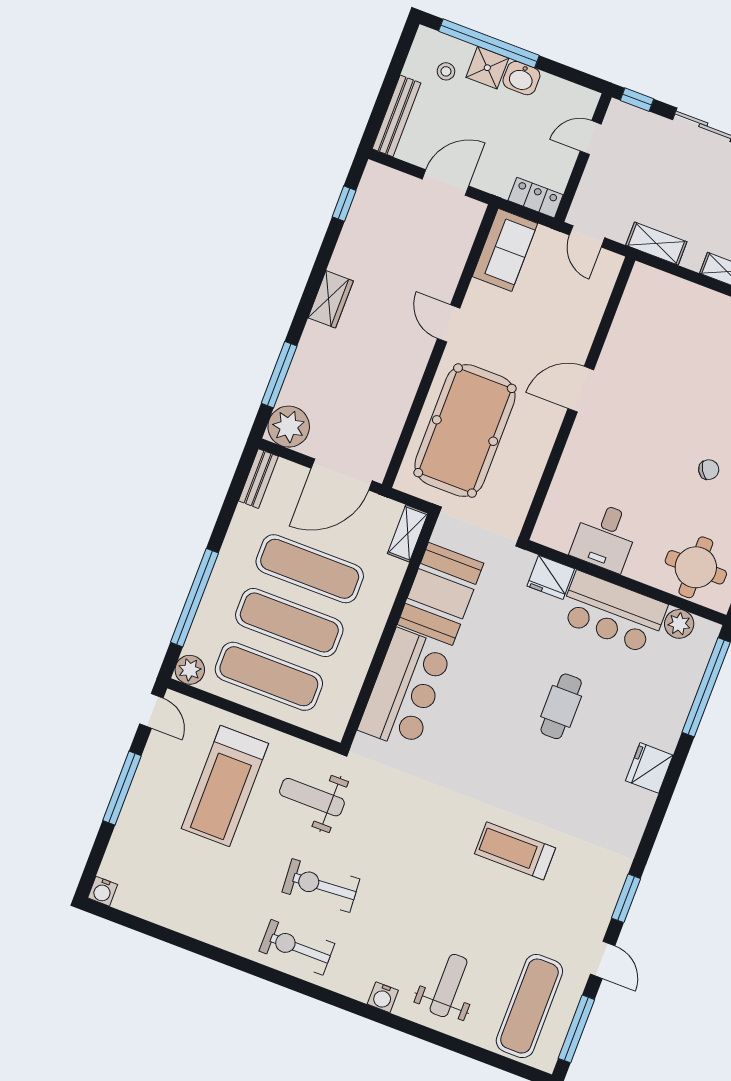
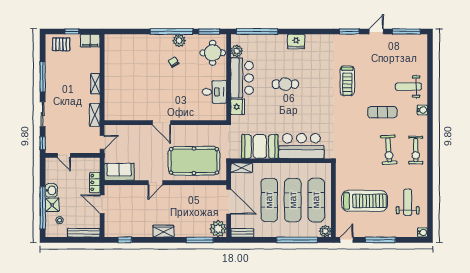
locker: (536, 198) -> (95, 182), moved
weight bench: (312, 797) -> (408, 202), moved, turned 180
exercise mat: (529, 1006) -> (382, 112), moved, width x0.73, depth x0.69

